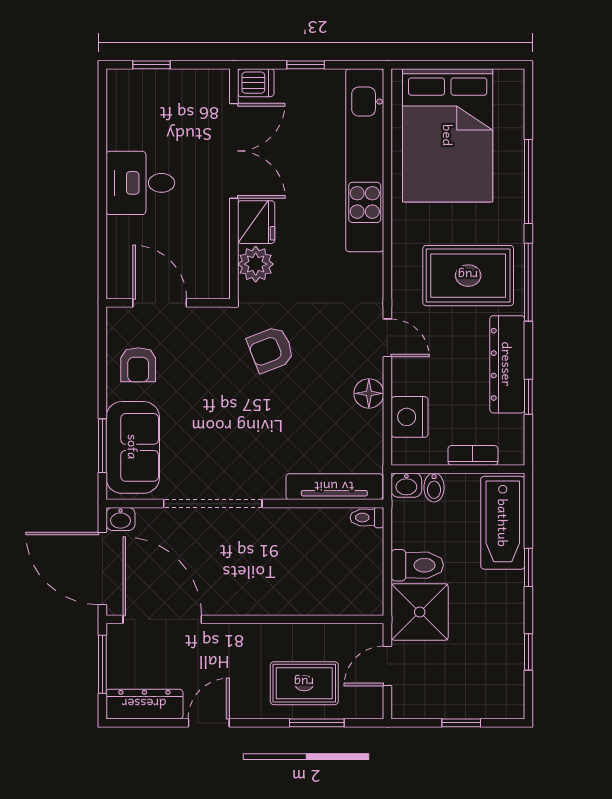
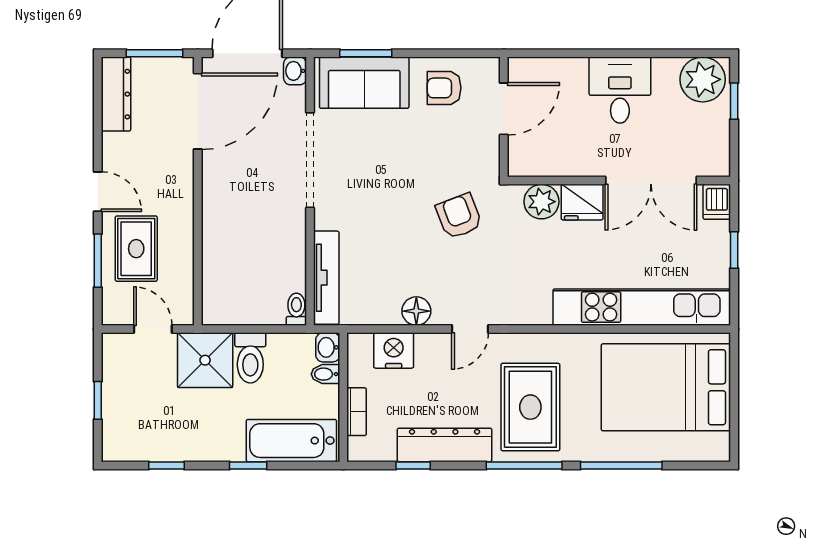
plant: (129, 97) -> (703, 79), added
door: (209, 723) -> (98, 192), moved

